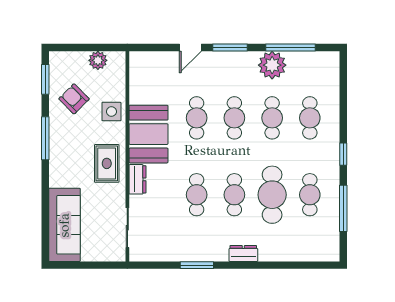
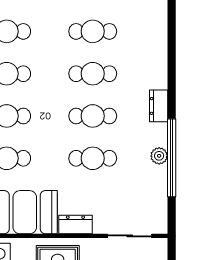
cafe table: (272, 195) -> (93, 74), width x0.73, depth x0.74
plant: (199, 254) -> (159, 156), added
window: (197, 265) -> (172, 158), width x2.11

